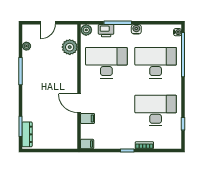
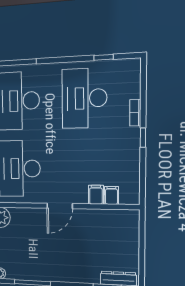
door: (79, 103) -> (60, 206), moved
filing cabinet: (87, 144) -> (111, 195), moved

